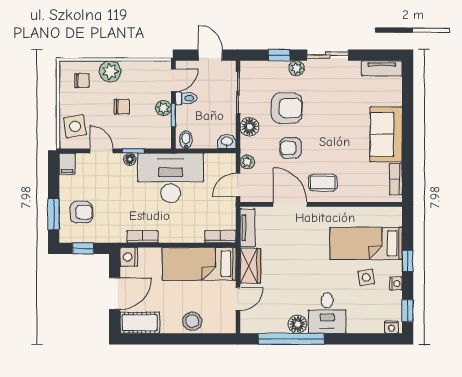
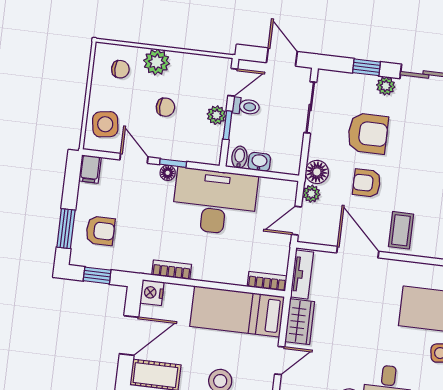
floor lamp: (250, 127) -> (317, 172), moved
washbasin: (227, 141) -> (259, 162), moved
coffee table: (323, 183) -> (401, 230), turned 90

